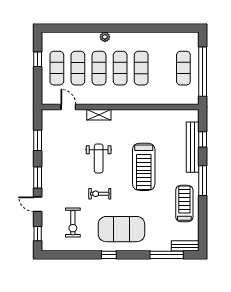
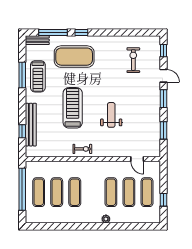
exercise mat: (120, 68) -> (57, 192), moved
shelving: (99, 115) -> (111, 152), removed
window: (203, 181) -> (22, 75), moved
exercise bike: (100, 194) -> (82, 149), moved
exercise mat: (121, 229) -> (74, 57), moved
window: (109, 255) -> (81, 33), moved

